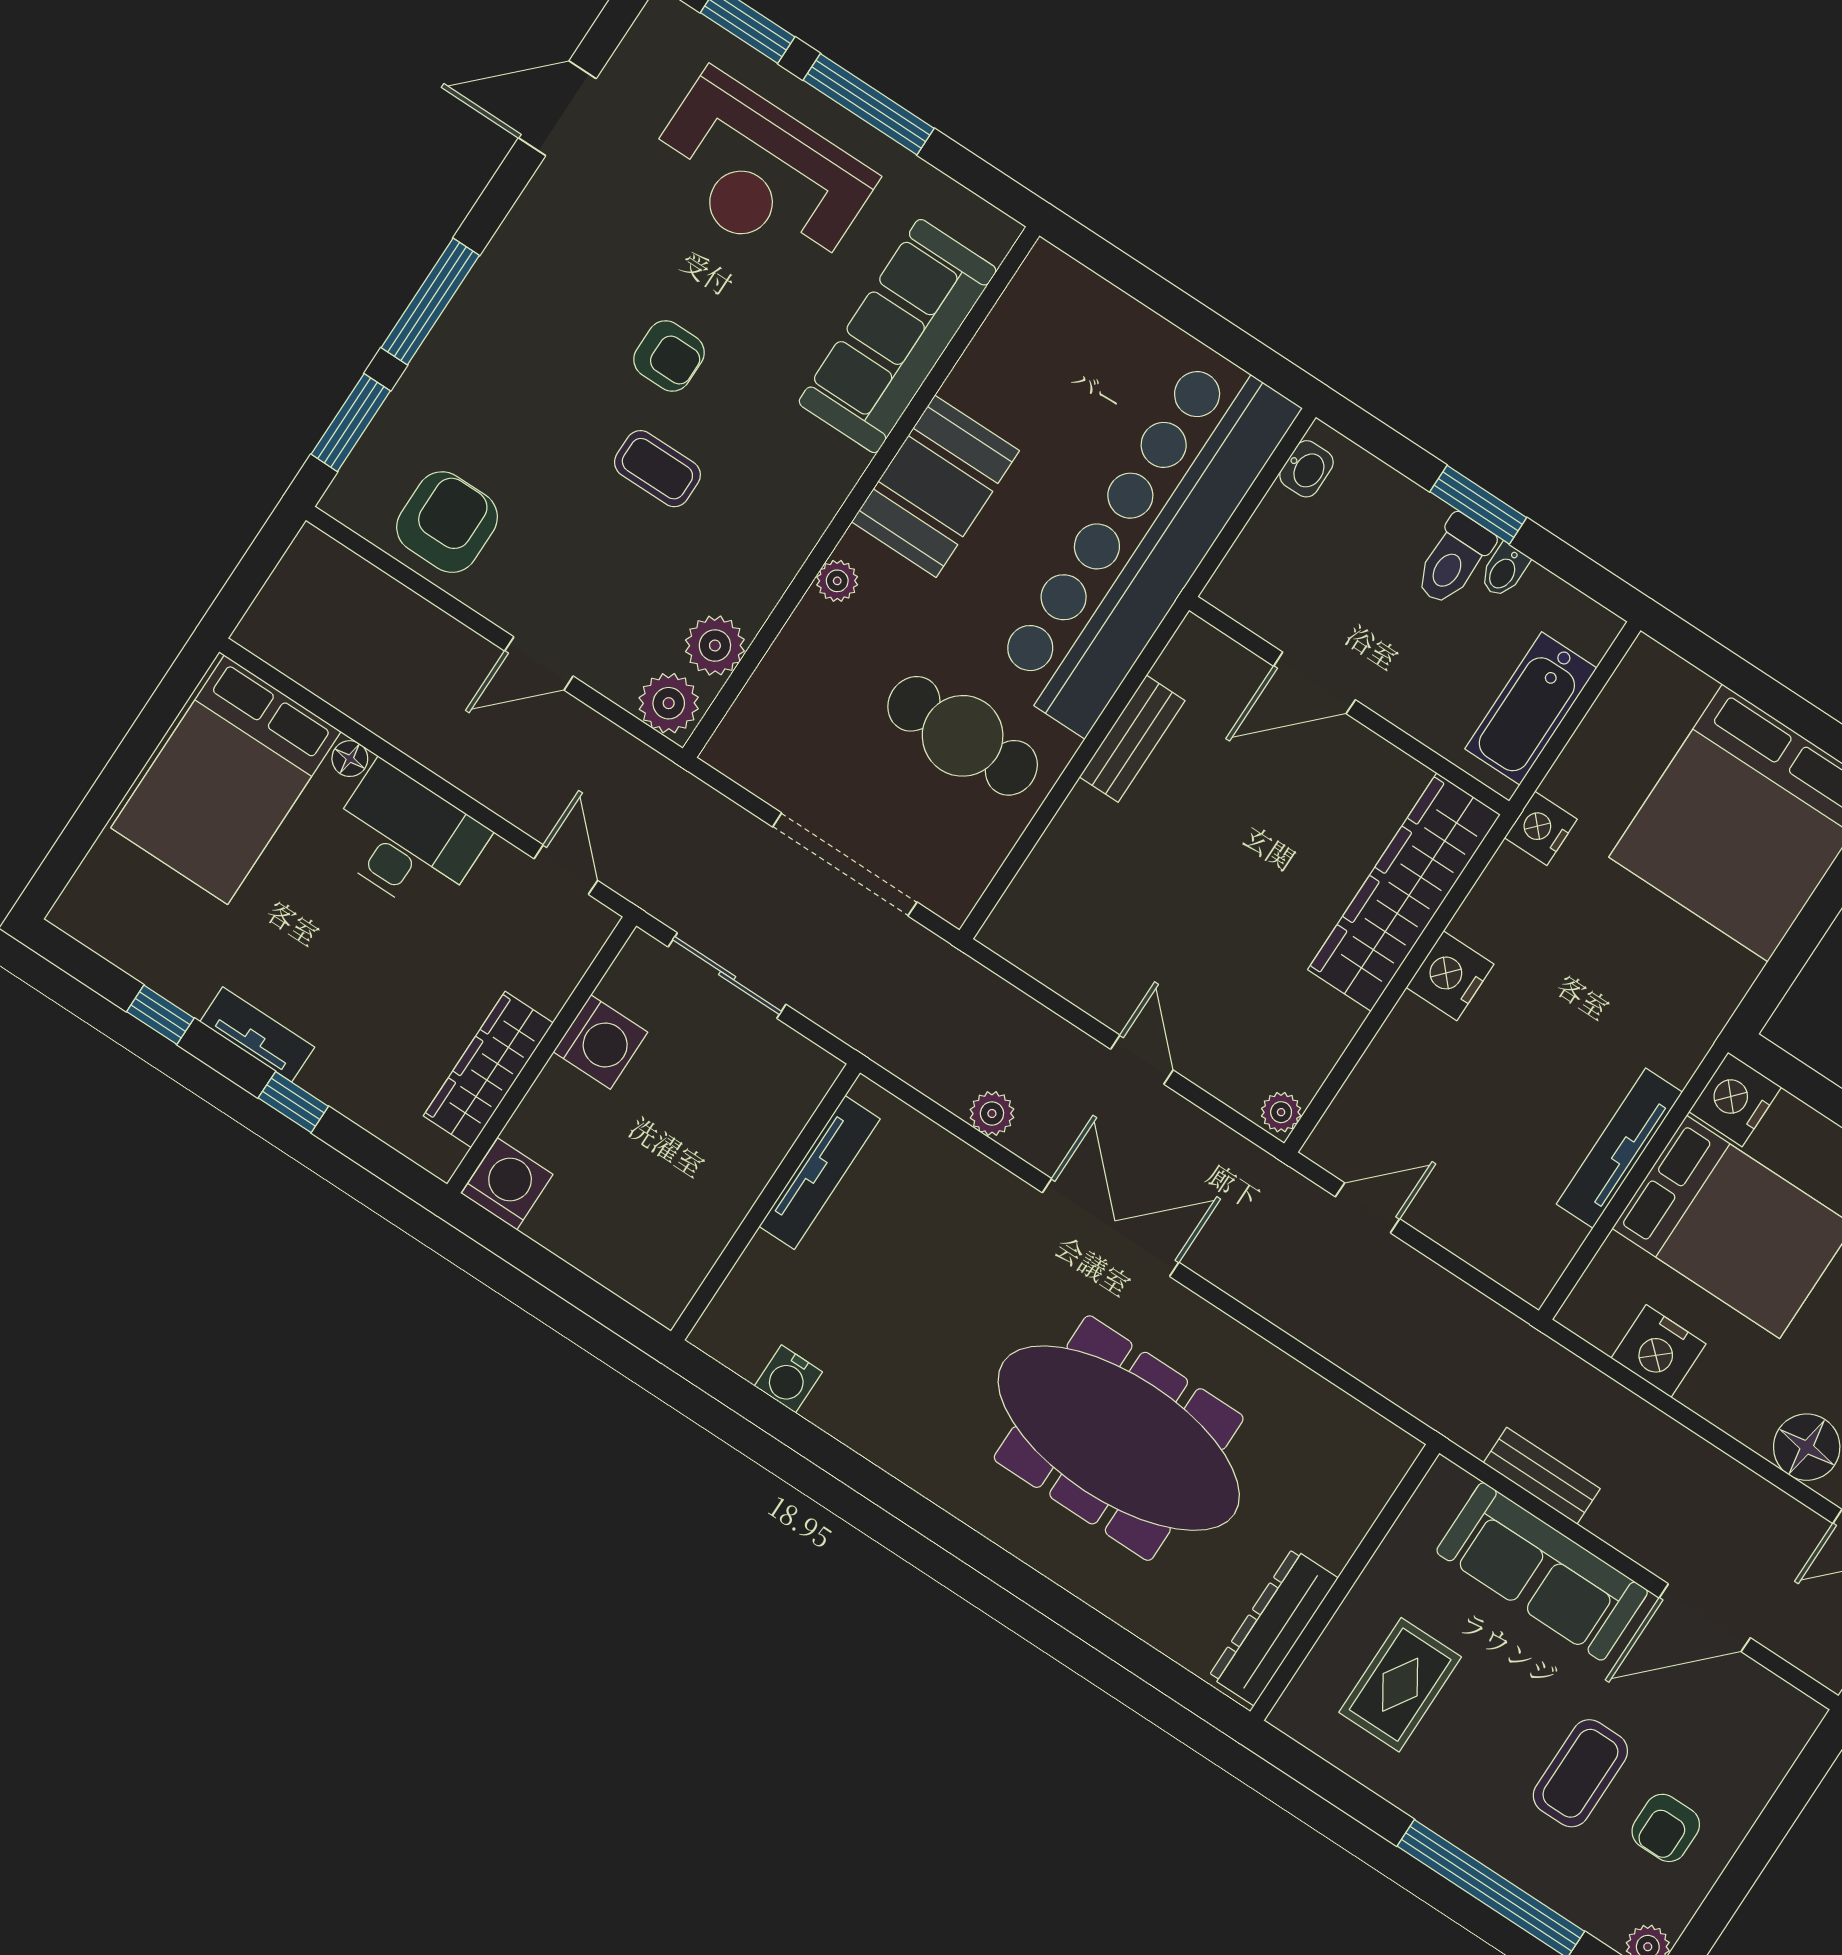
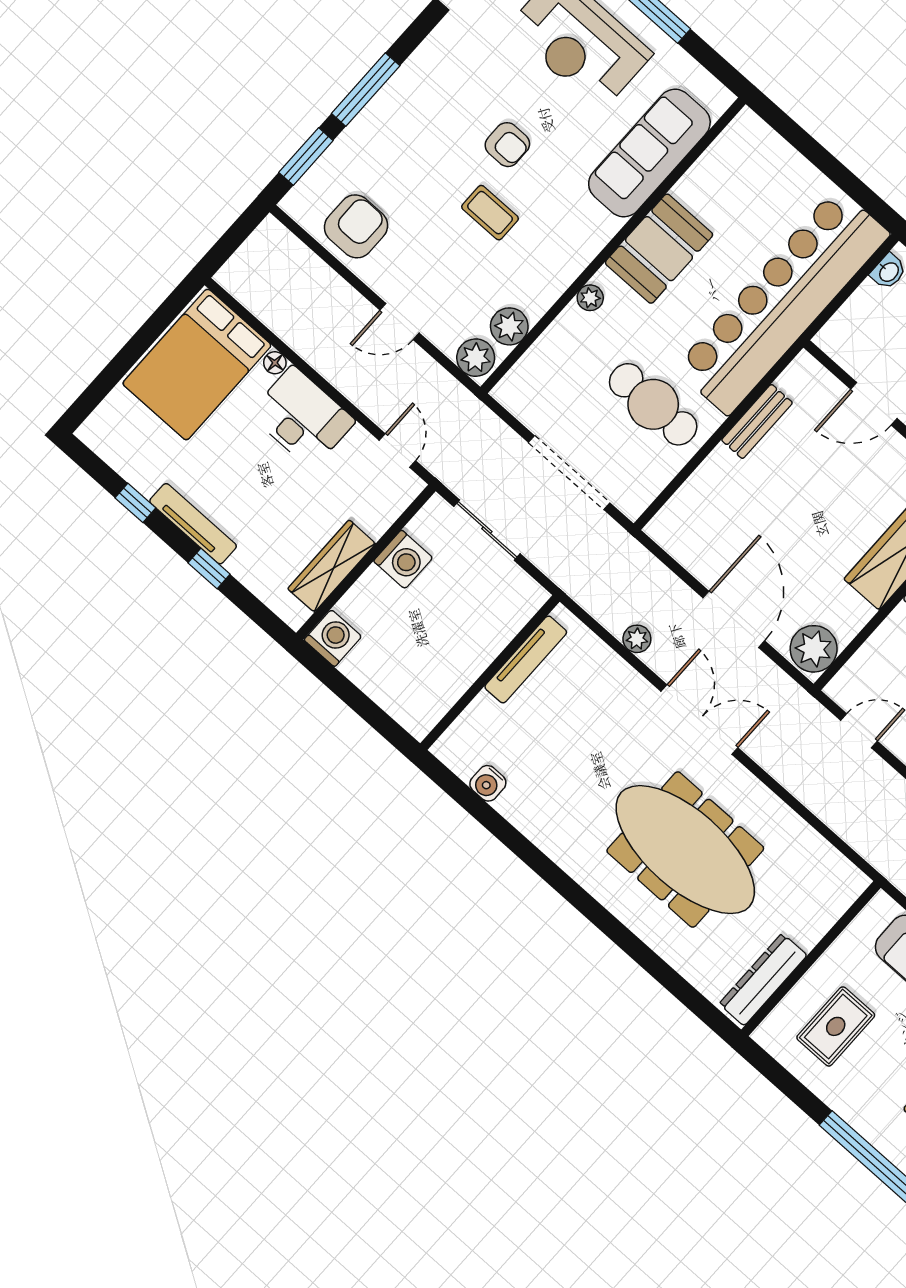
tv unit: (257, 1034) -> (193, 524), width x1.41
door: (1142, 1060) -> (734, 619), width x1.88
plant: (1281, 1112) -> (814, 649), width x1.88, depth x1.88

